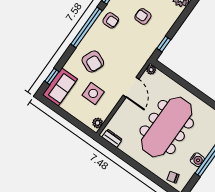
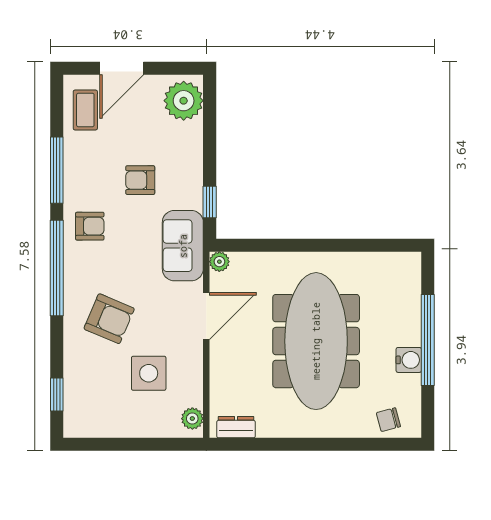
sofa: (60, 87) -> (183, 246), moved, turned 180
door: (131, 87) -> (206, 316), hinge flipped

